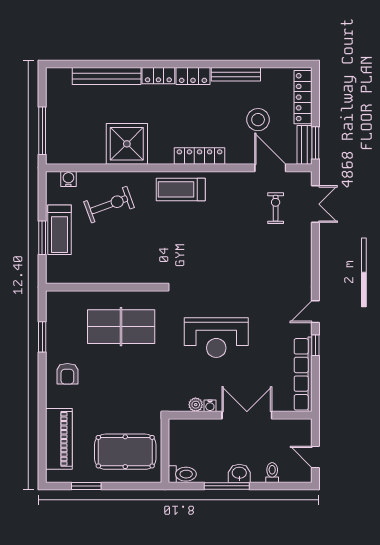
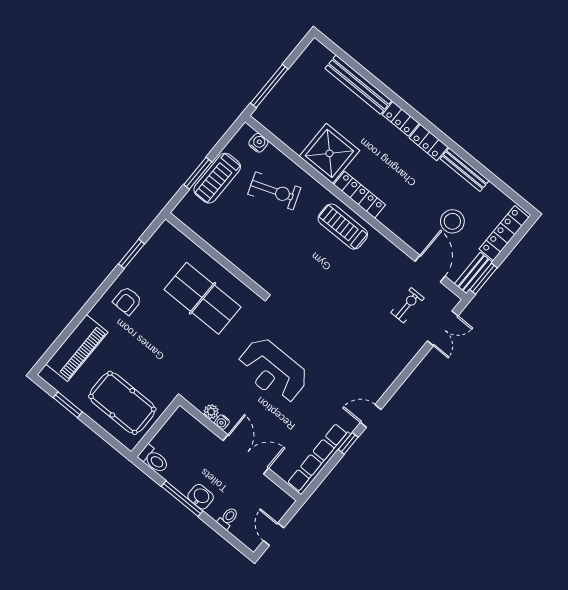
locker: (200, 156) -> (360, 195), moved

